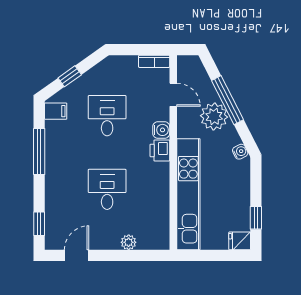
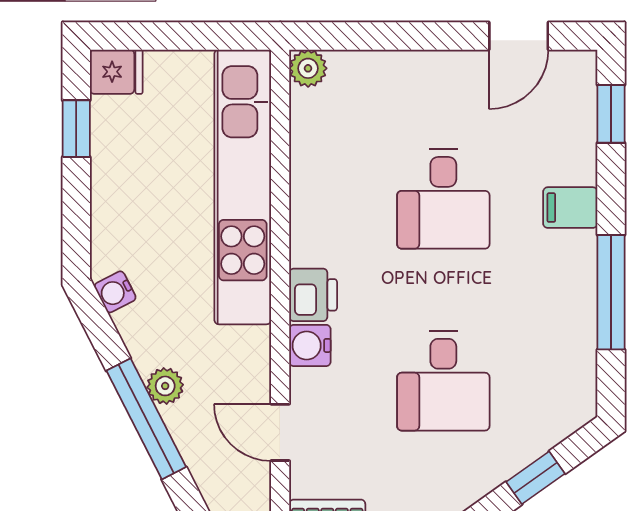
filing cabinet: (56, 111) -> (570, 208), moved
plant: (214, 116) -> (165, 386), width x0.53, depth x0.53
plant: (129, 242) -> (308, 68), moved

